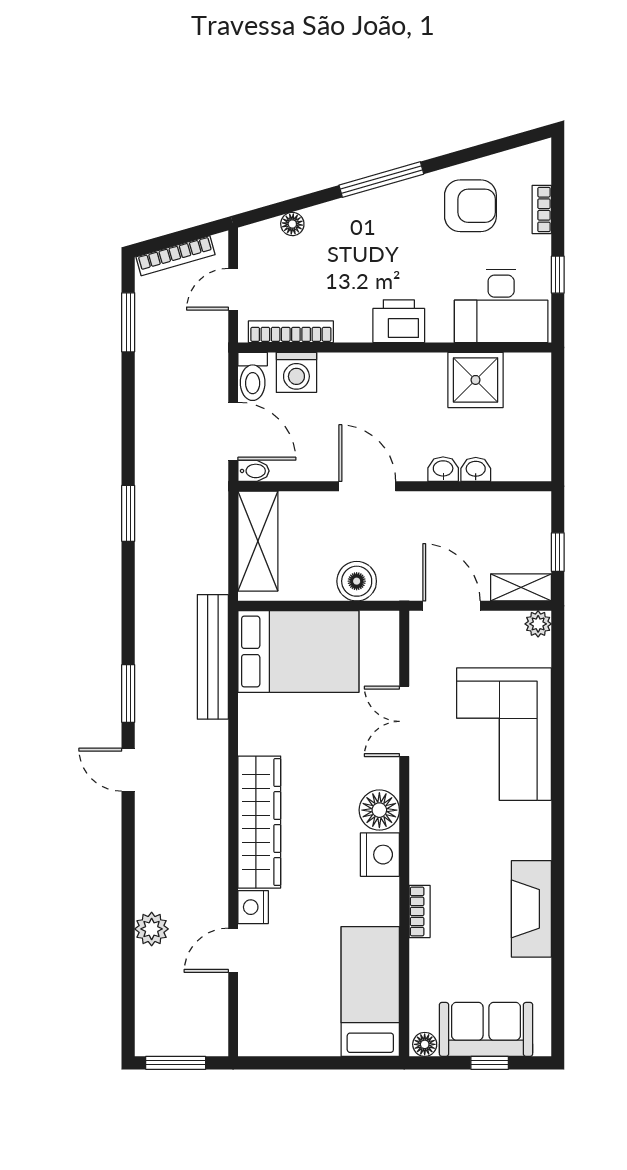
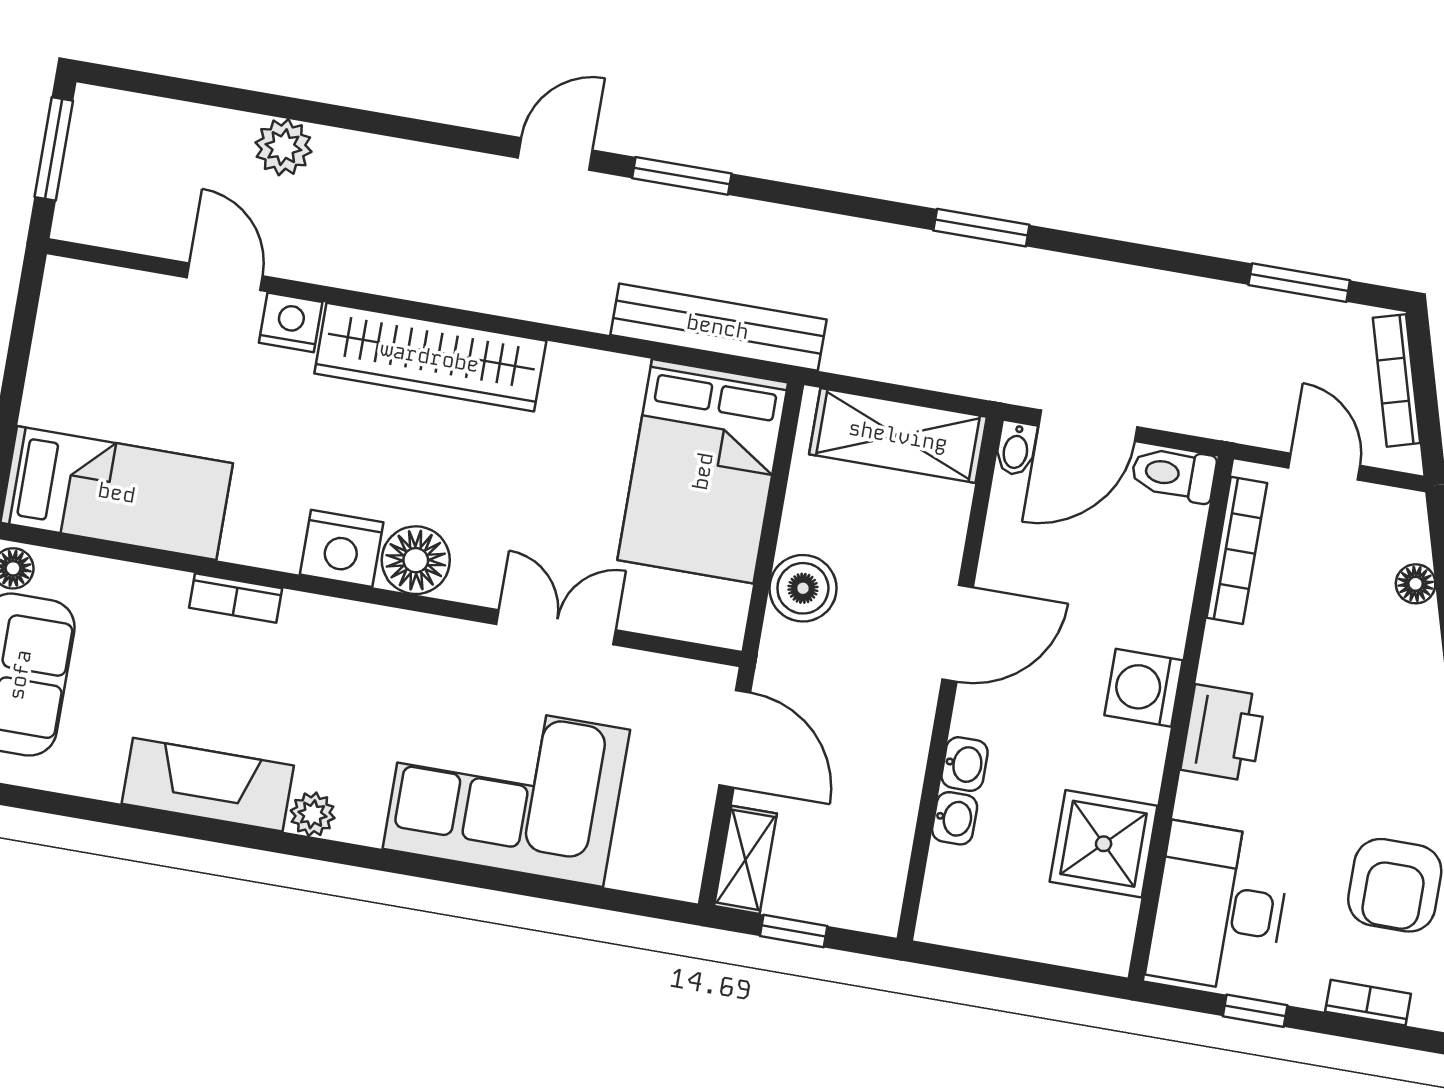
washing machine: (296, 372) -> (1143, 688), moved
door: (451, 606) -> (735, 739), hinge flipped
plant: (538, 624) -> (313, 814), moved

